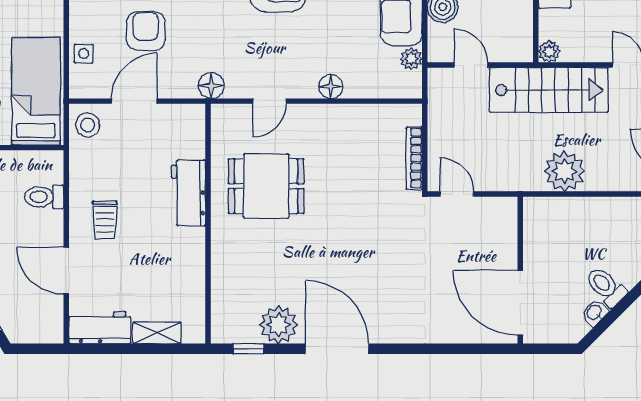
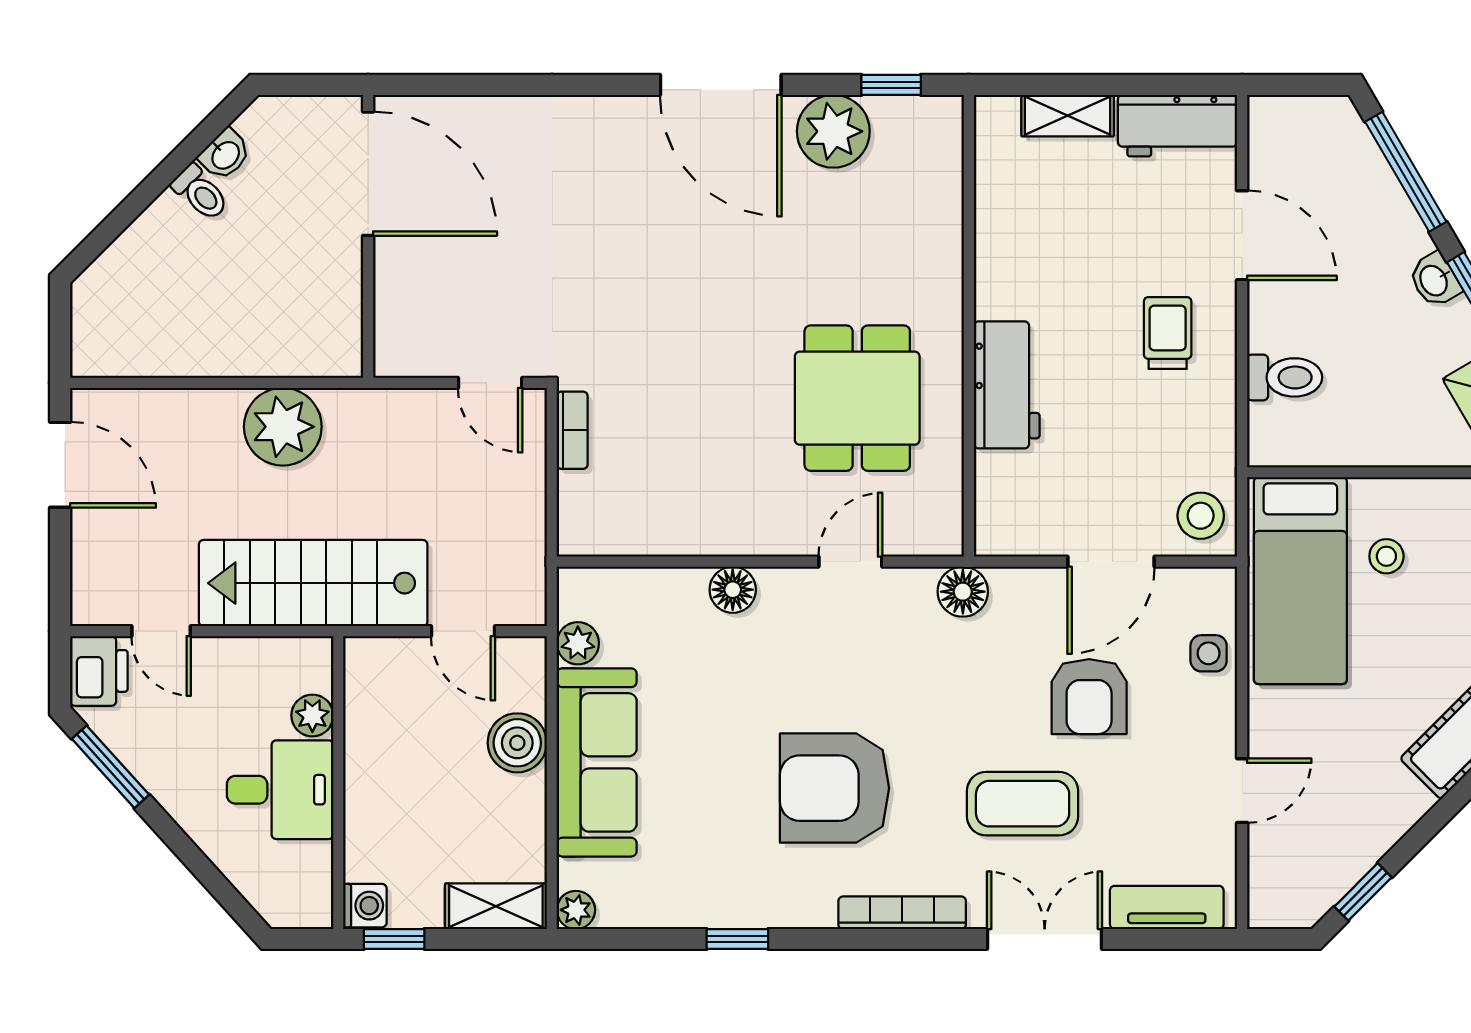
plant: (549, 52) -> (312, 715), moved
bookcase: (414, 158) -> (572, 430), width x0.64
dining table: (266, 186) -> (857, 398), turned 90
toilet: (606, 287) -> (200, 193), width x0.73, depth x0.72

